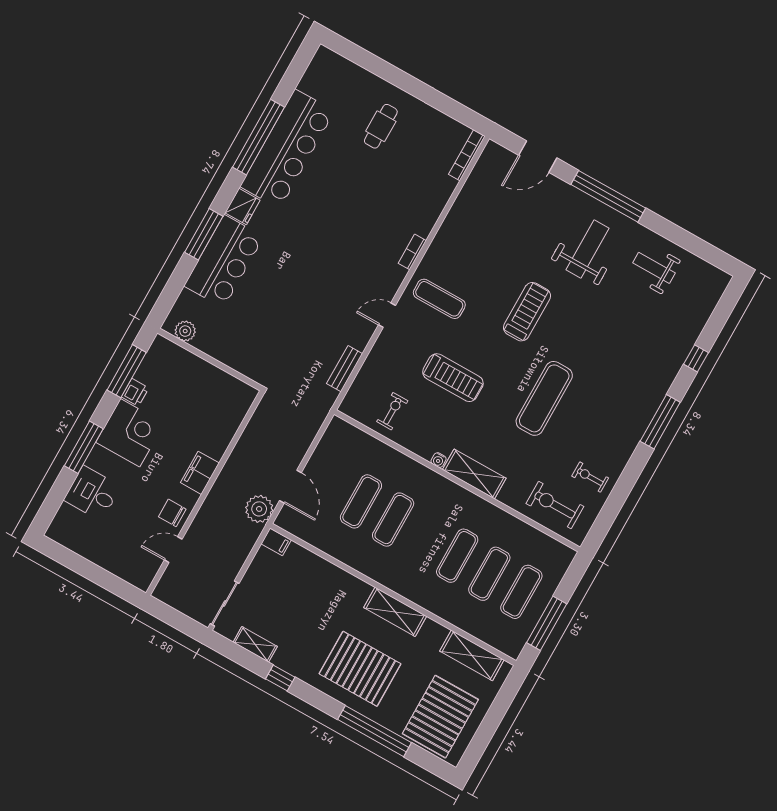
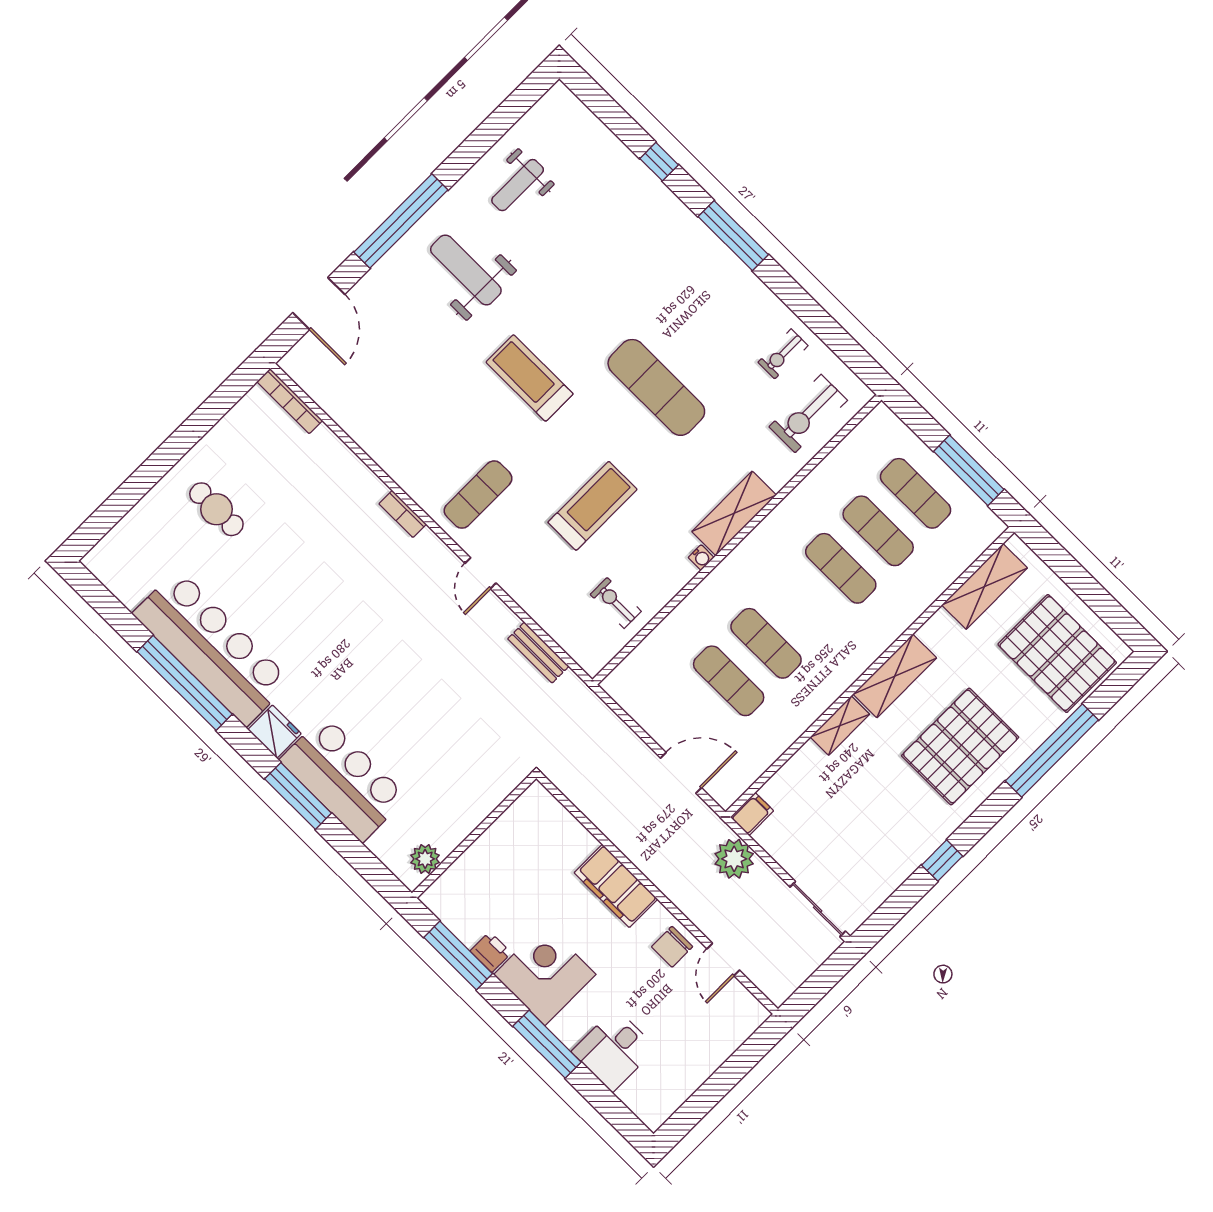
filing cabinet: (200, 473) -> (616, 886), width x1.50, depth x1.17
plant: (259, 509) -> (734, 859), moved
shelving: (255, 644) -> (840, 726), moved

